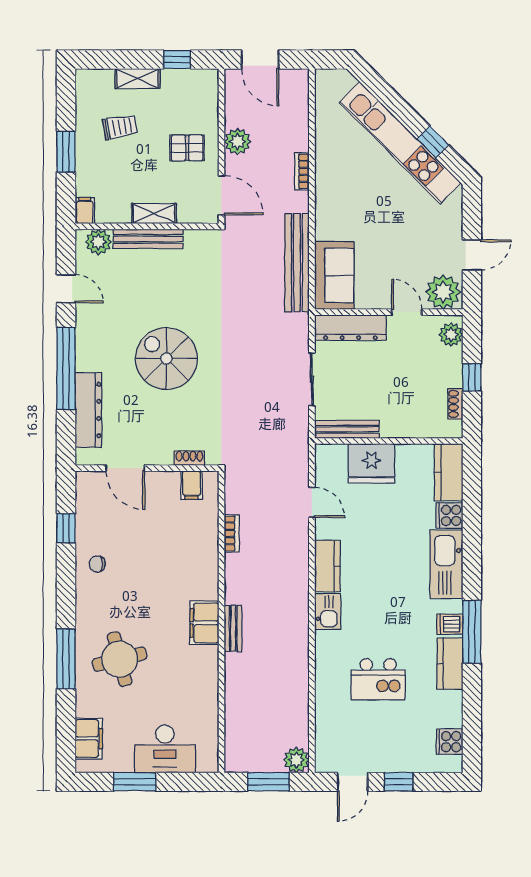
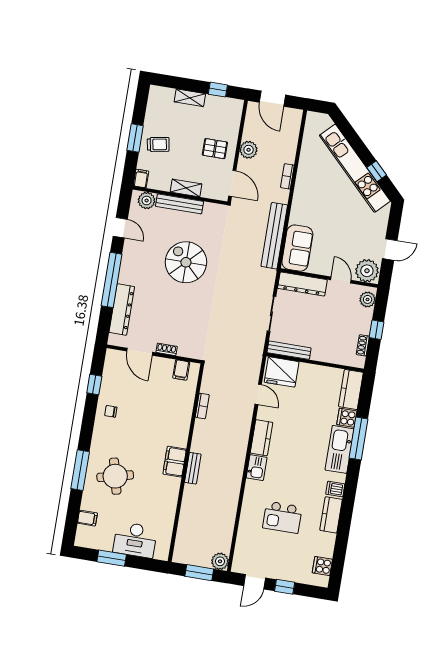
trolley: (120, 127) -> (158, 144), moved
spiral stairs: (166, 358) -> (186, 262), moved
shoe rack: (189, 458) -> (167, 349), moved
fridge: (371, 463) -> (282, 372), moved
window: (472, 632) -> (359, 438), moved
filing cabinet: (89, 739) -> (87, 518), width x0.50

